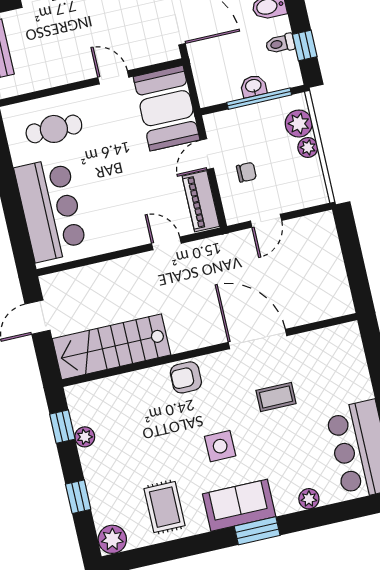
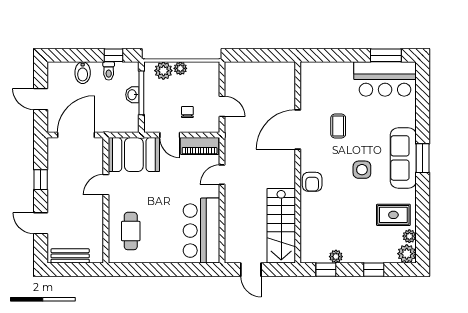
bar counter: (51, 209) -> (201, 231), moved, turned -90
plant: (309, 499) -> (409, 236), moved
sofa: (239, 505) -> (403, 158), width x1.36

